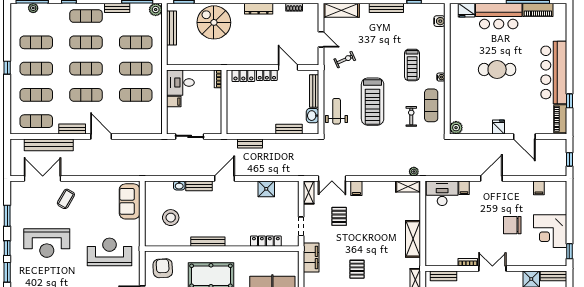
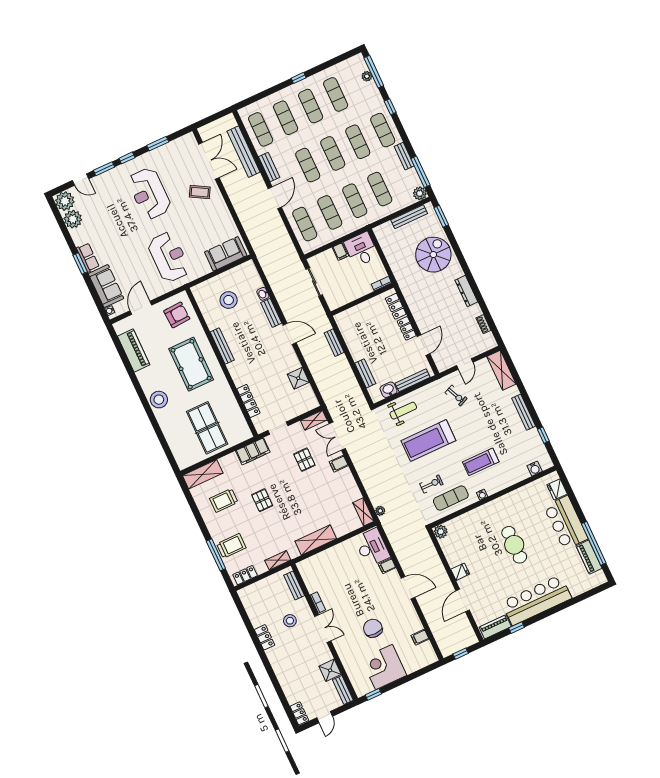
exercise mat: (136, 121) -> (305, 224), added
pallet: (339, 216) -> (304, 460), turned 90
pallet: (357, 269) -> (262, 500), turned 90

